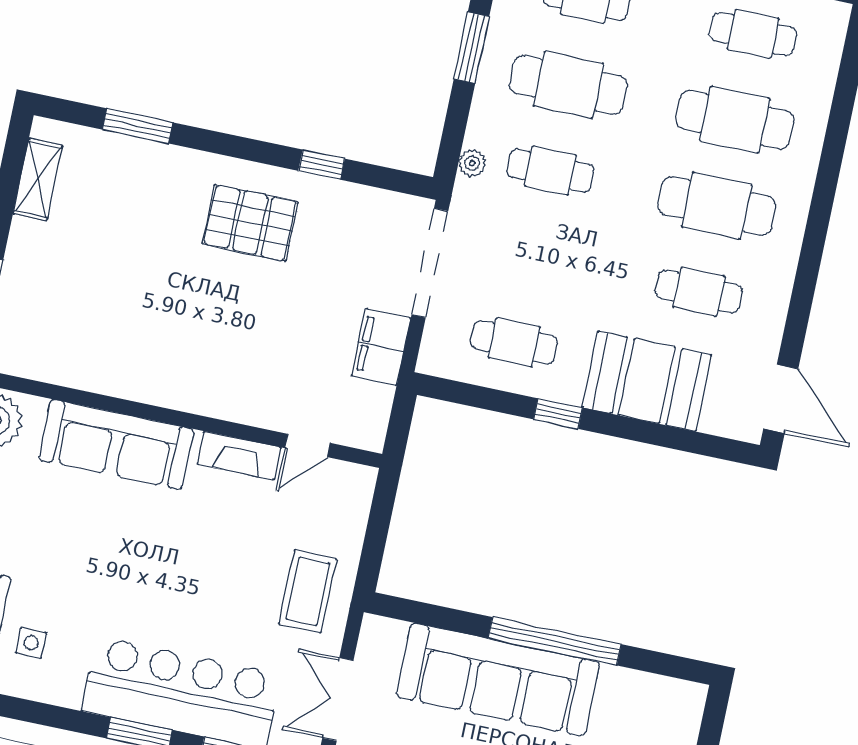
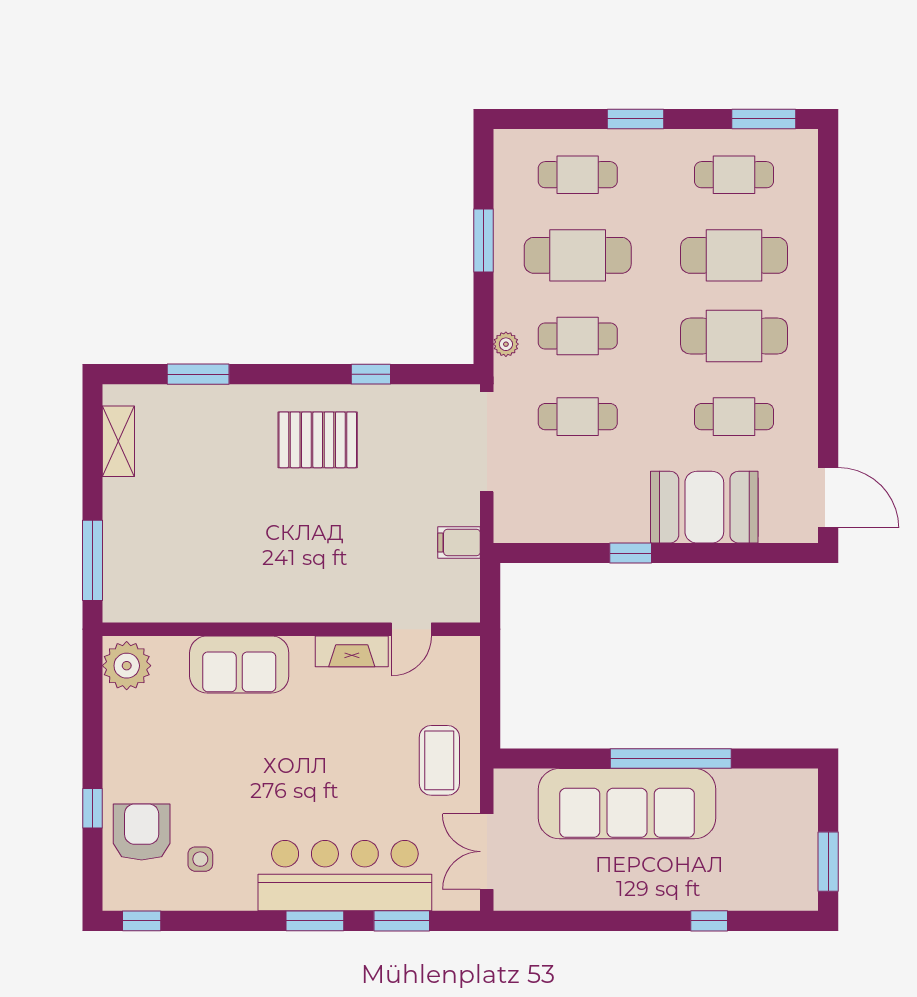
cafe table: (514, 342) -> (578, 417), moved
filing cabinet: (381, 347) -> (459, 543), width x0.50
sofa: (116, 444) -> (239, 664), width x0.73

